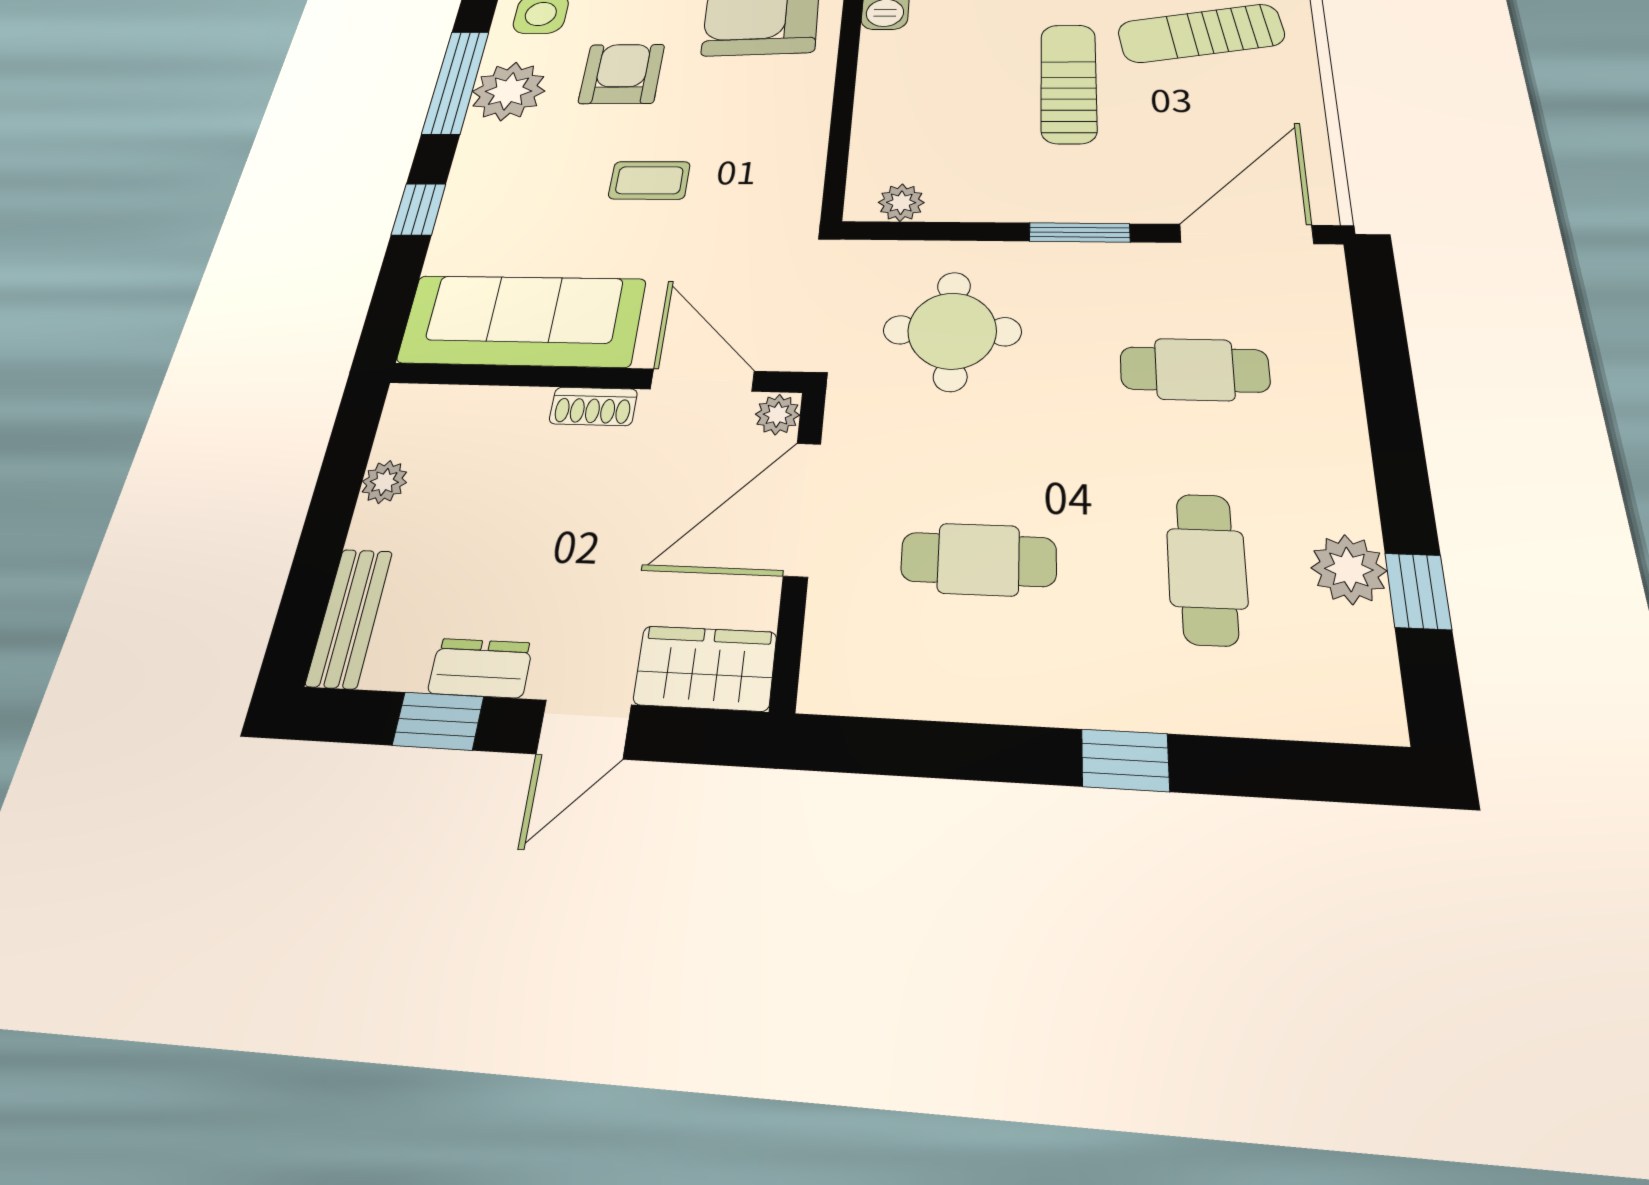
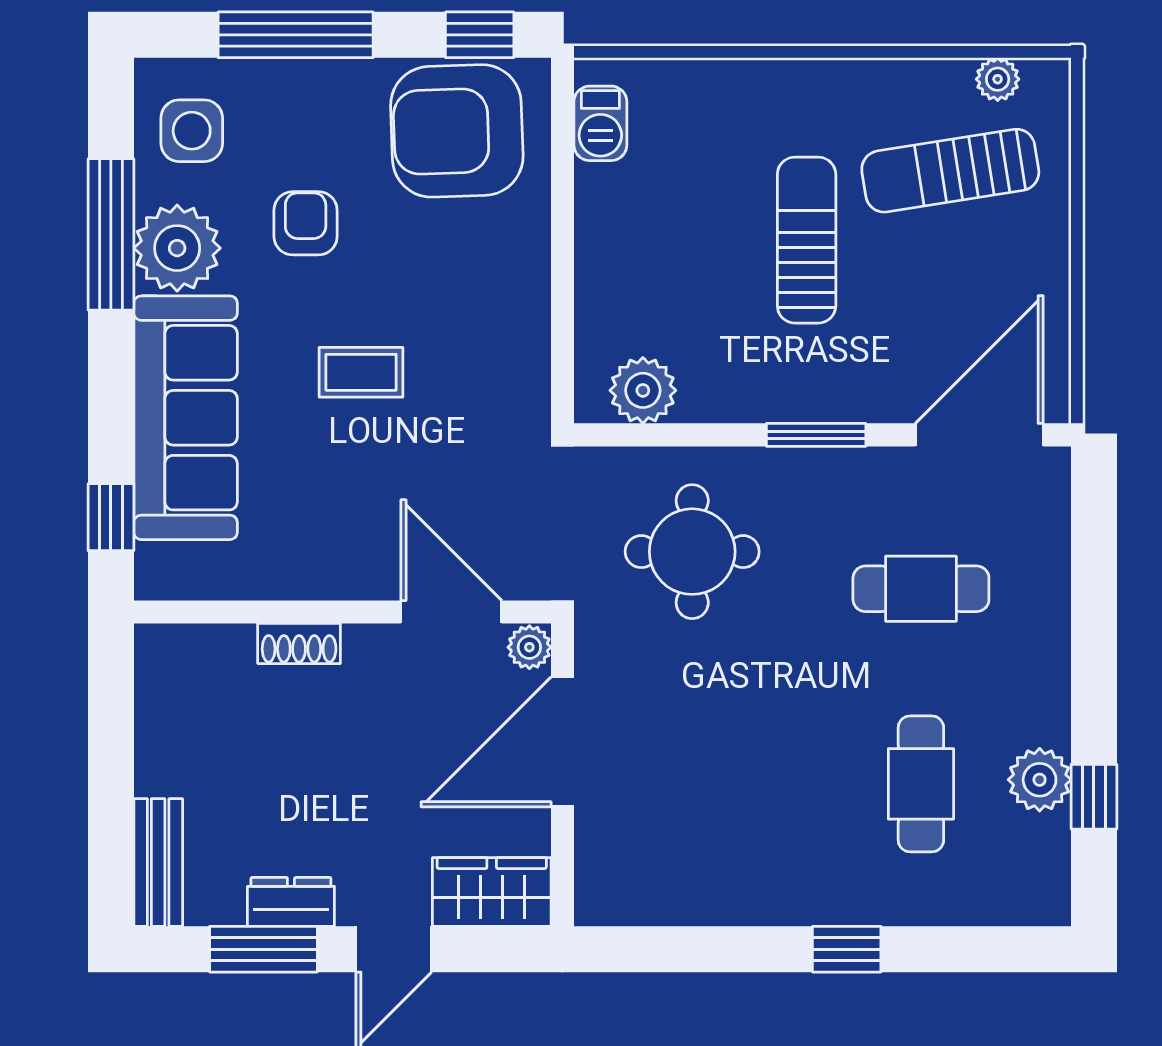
armchair: (622, 74) -> (306, 223), width x0.72, depth x0.72
plant: (901, 203) -> (643, 390), width x1.38, depth x1.38
window: (419, 209) -> (111, 517), moved
sofa: (522, 321) -> (186, 418), moved, turned 90
shoe rack: (593, 406) -> (299, 644), moved
plant: (384, 482) -> (156, 730), removed
cafe table: (978, 559) -> (724, 784), removed
window: (438, 721) -> (263, 949), width x1.50

